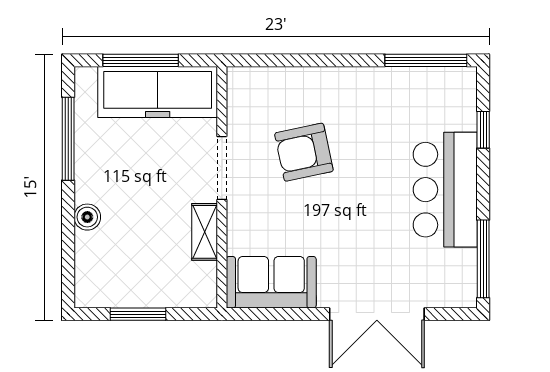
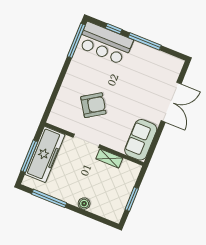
armchair: (304, 152) -> (93, 105), turned -111
bar counter: (445, 190) -> (105, 43), moved
window: (483, 259) -> (145, 41), moved

